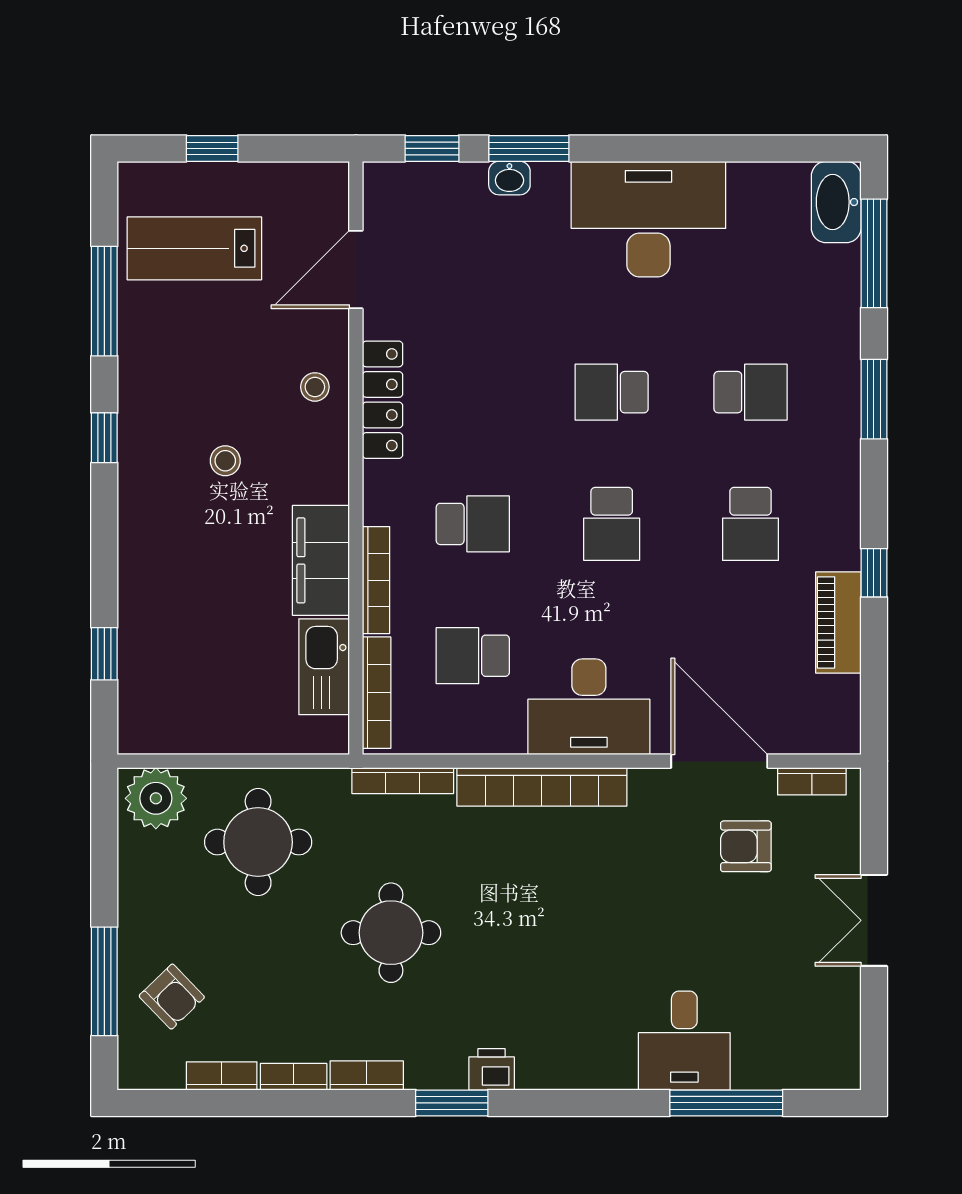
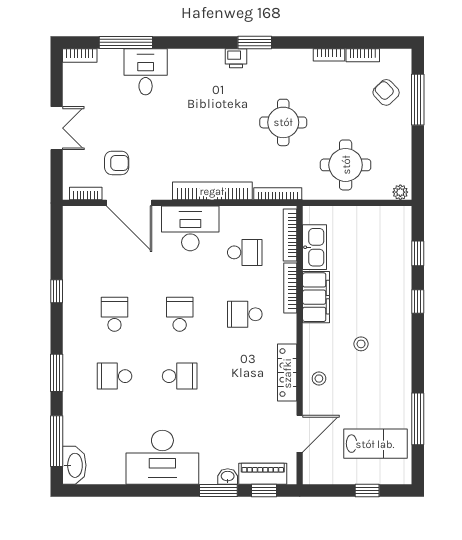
window: (104, 438) -> (418, 301), moved
piano: (838, 622) -> (263, 474), moved, turned -90
plant: (156, 798) -> (400, 192), width x0.53, depth x0.53
bookcase: (367, 1075) -> (80, 55), moved

